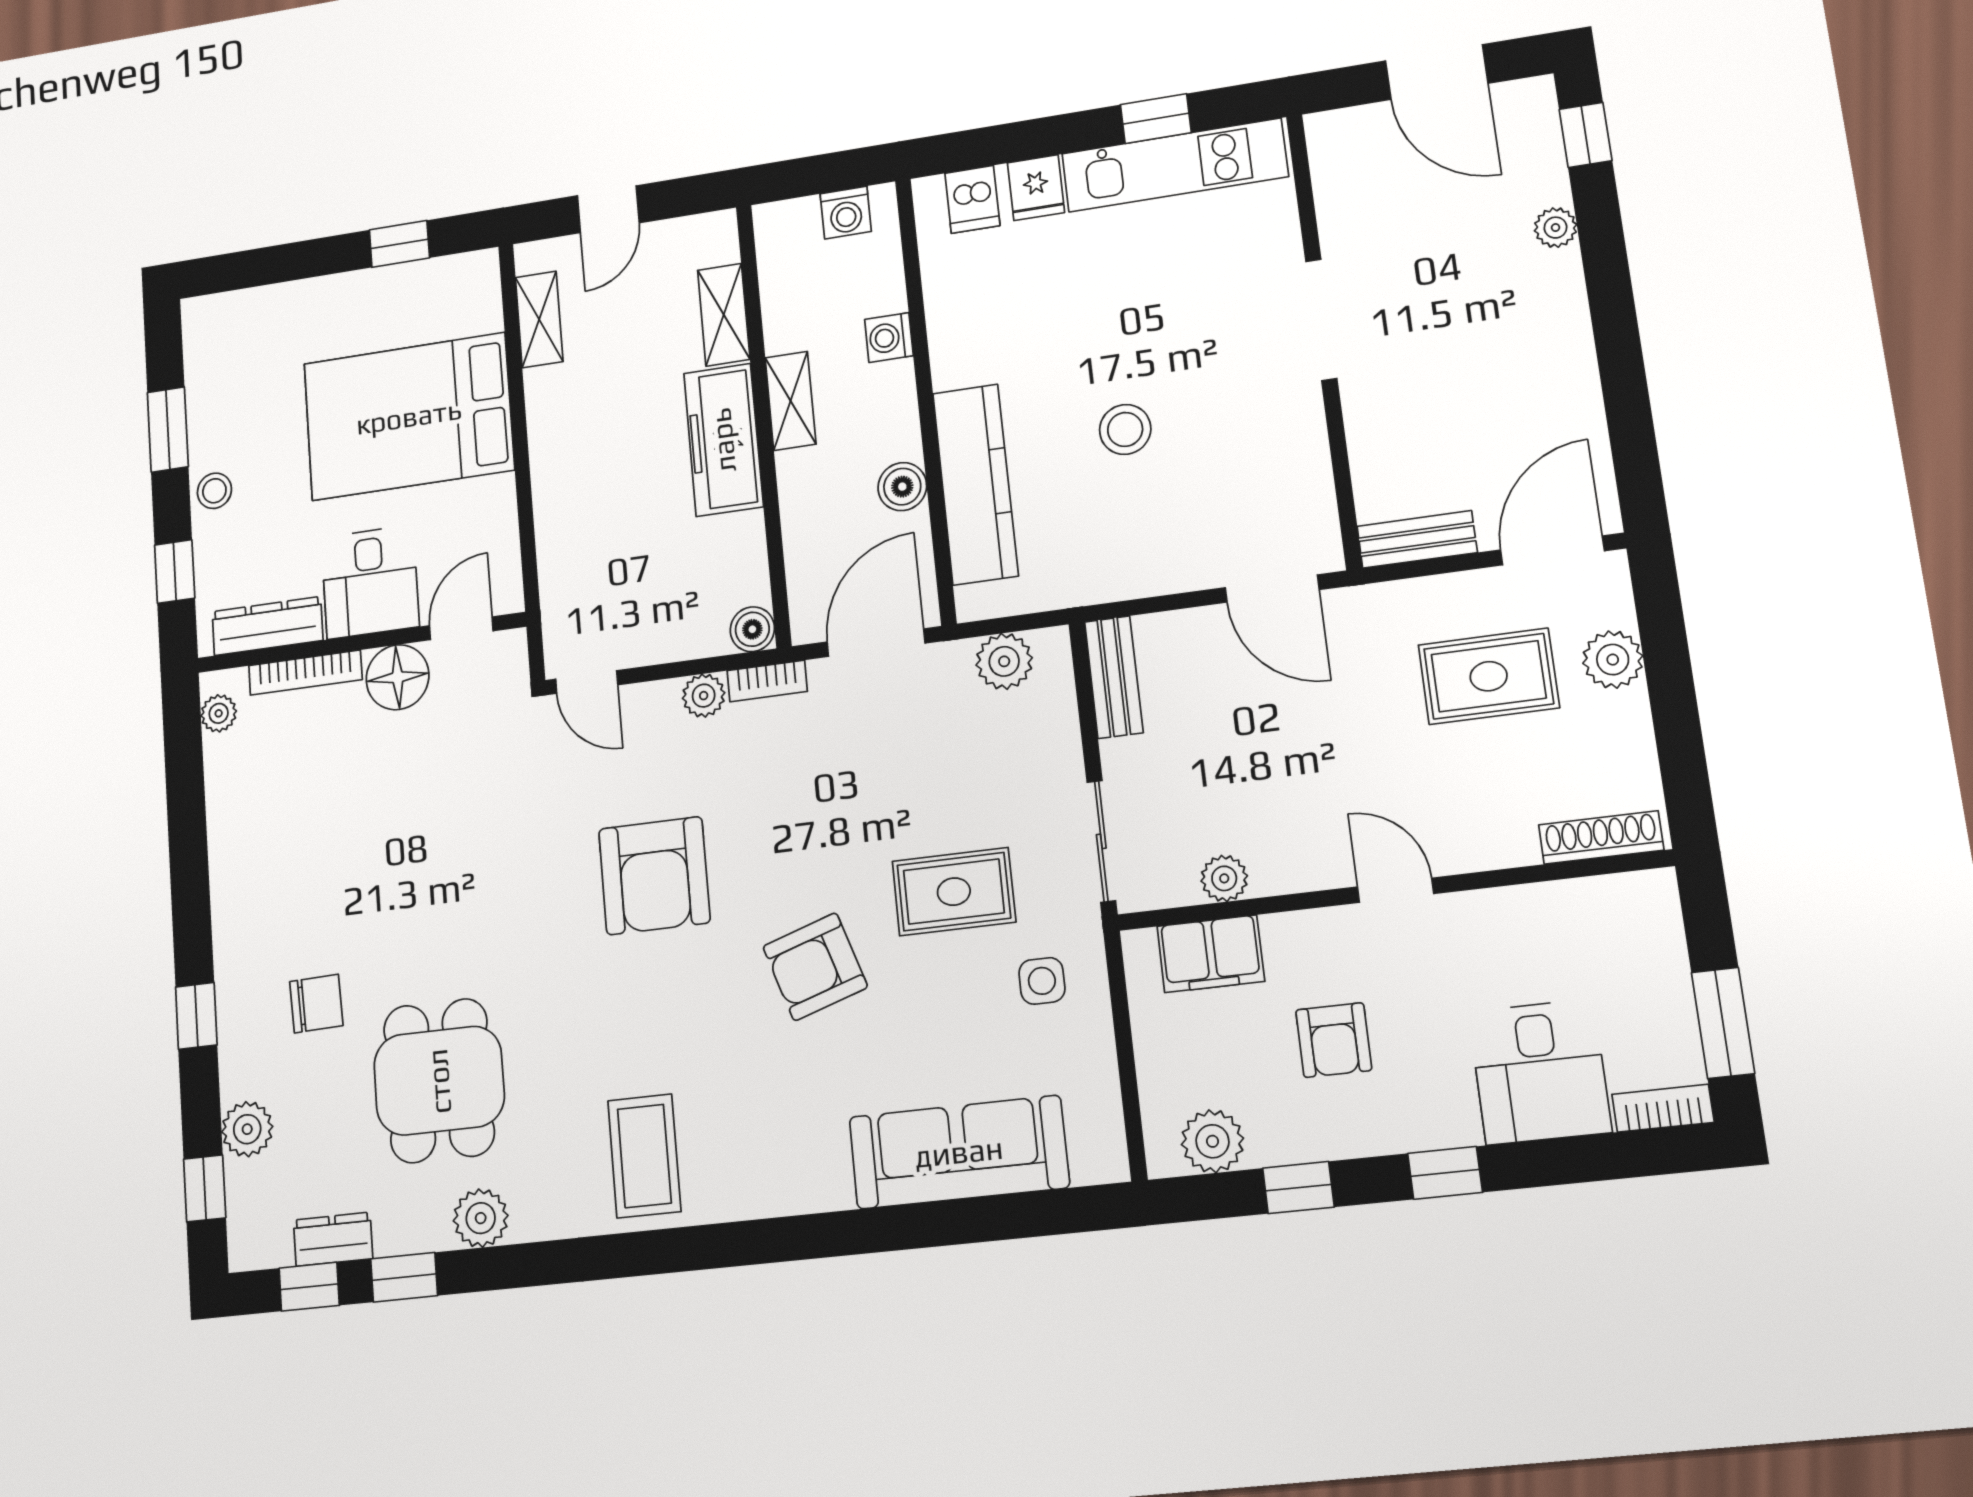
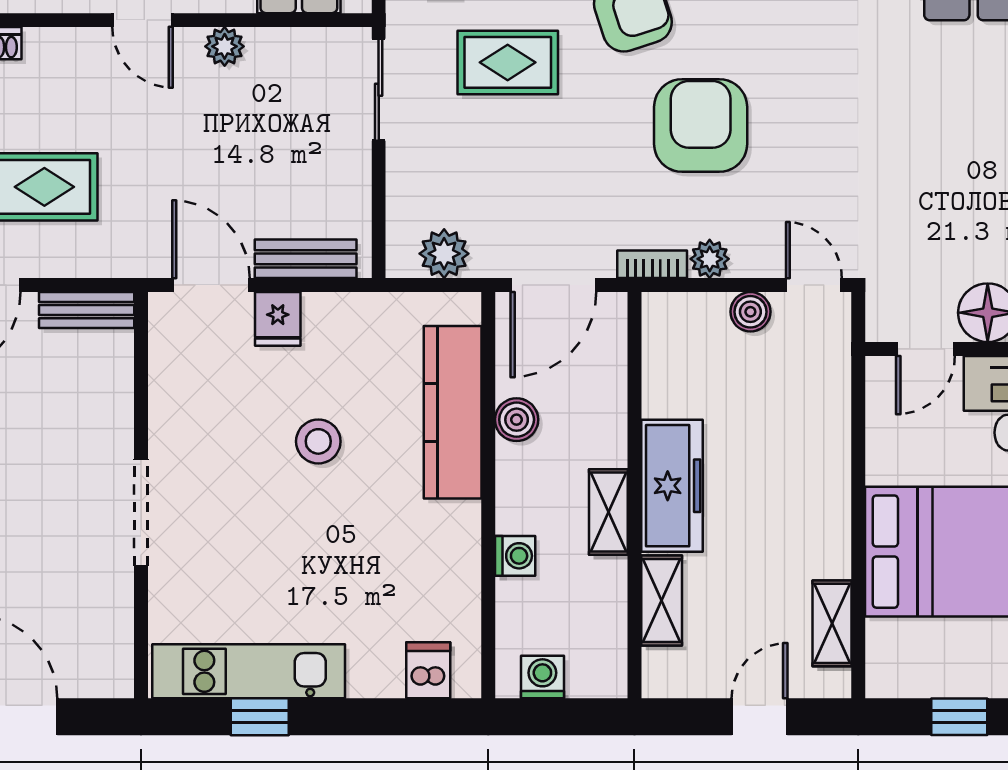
fridge: (1036, 188) -> (278, 319), moved, turned 180
boiler: (752, 629) -> (750, 312), moved
bench: (1114, 677) -> (306, 259), moved, turned 90
armchair: (654, 876) -> (701, 125), moved
plant: (1224, 878) -> (225, 46), moved

